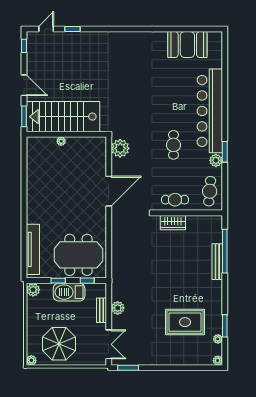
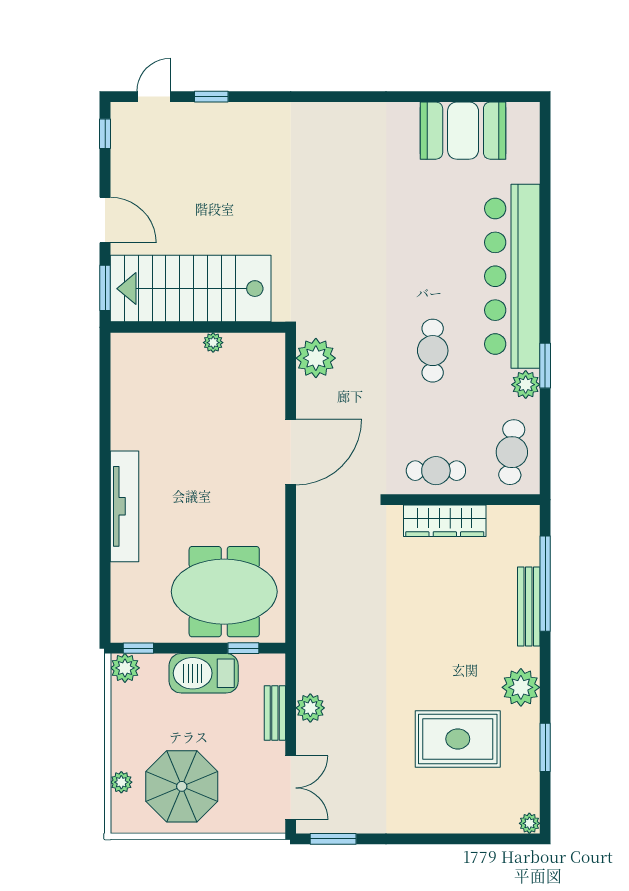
plant: (61, 141) -> (213, 343), moved
wardrobe: (173, 223) -> (445, 521), width x1.50
tv unit: (33, 249) -> (125, 506), moved
window: (58, 281) -> (138, 648), moved
plant: (218, 339) -> (521, 687), moved, width x1.88, depth x1.88
plant: (31, 360) -> (121, 782), moved

